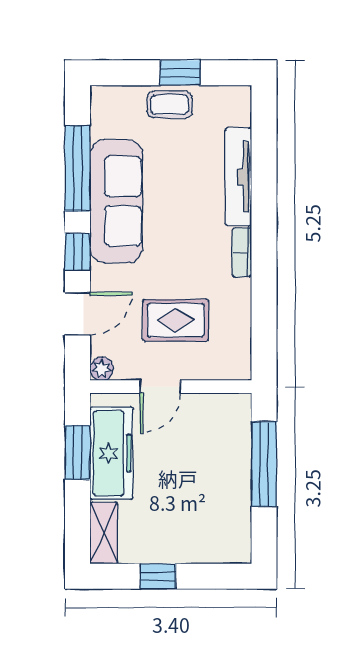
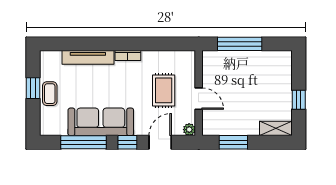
door: (78, 314) -> (160, 142), hinge flipped
freezer: (111, 453) -> (234, 124), removed

